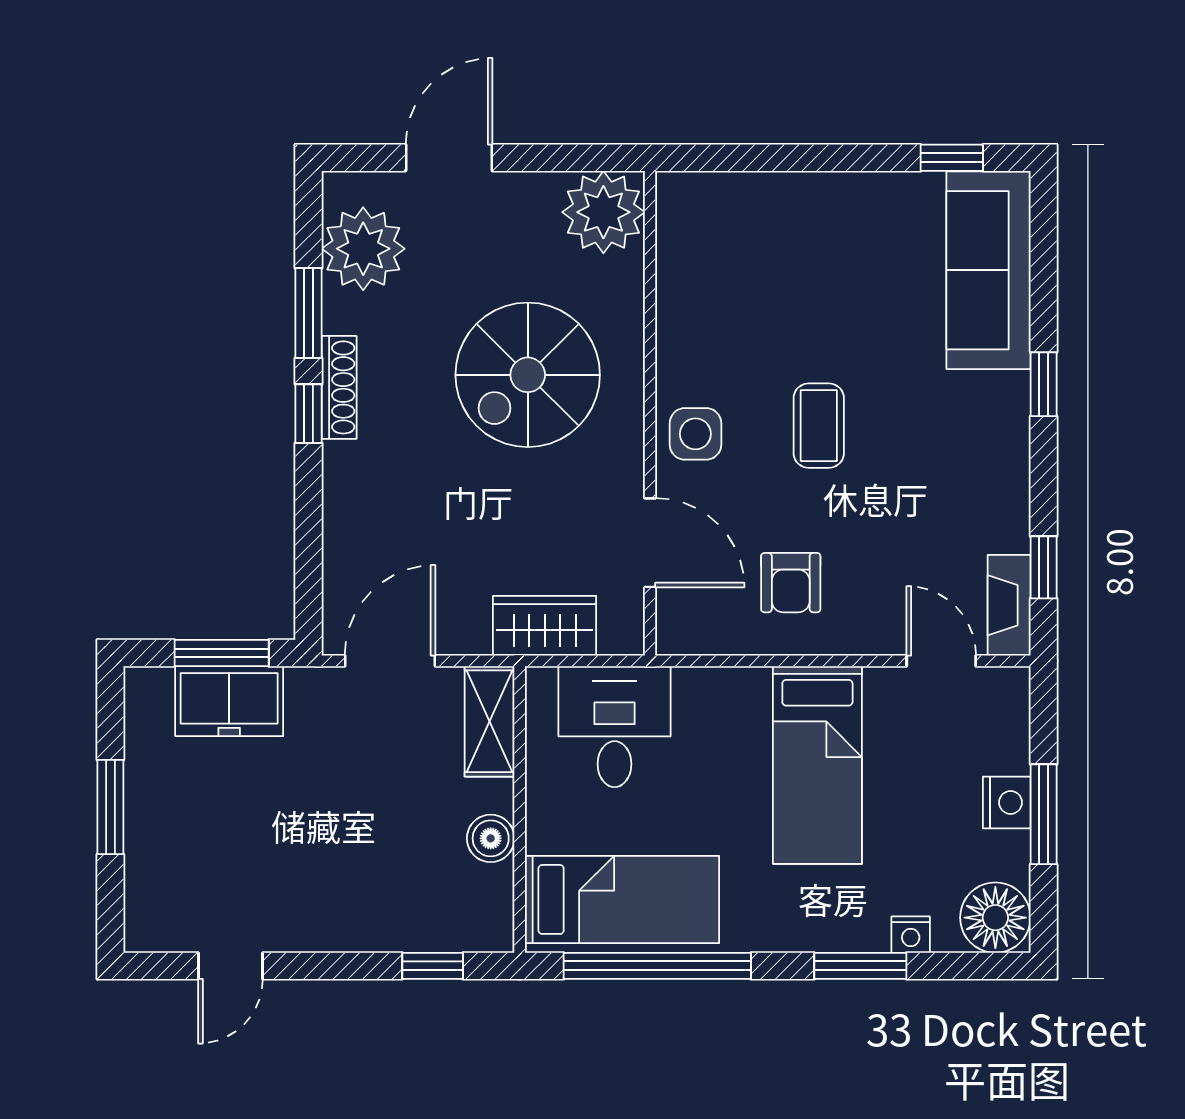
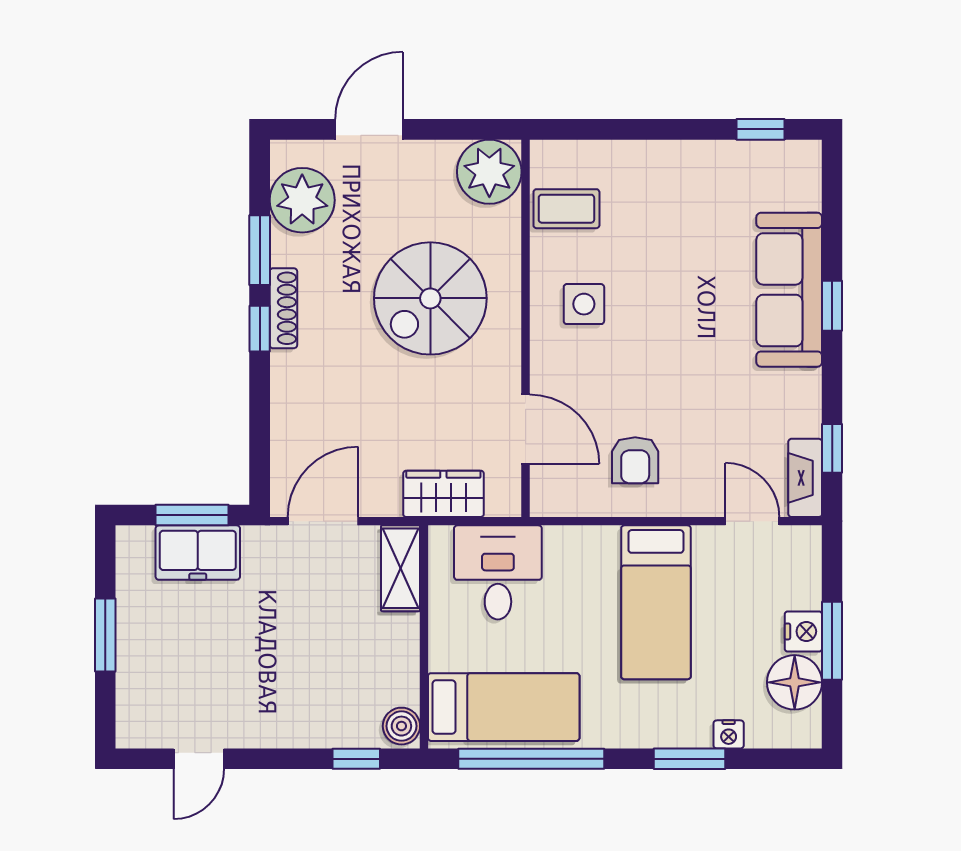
sofa: (989, 270) -> (789, 290), moved
coffee table: (819, 426) -> (566, 209), moved, turned 90
side table: (695, 434) -> (584, 304), moved
boiler: (491, 838) -> (401, 726), moved
floor lamp: (995, 918) -> (795, 682), moved

